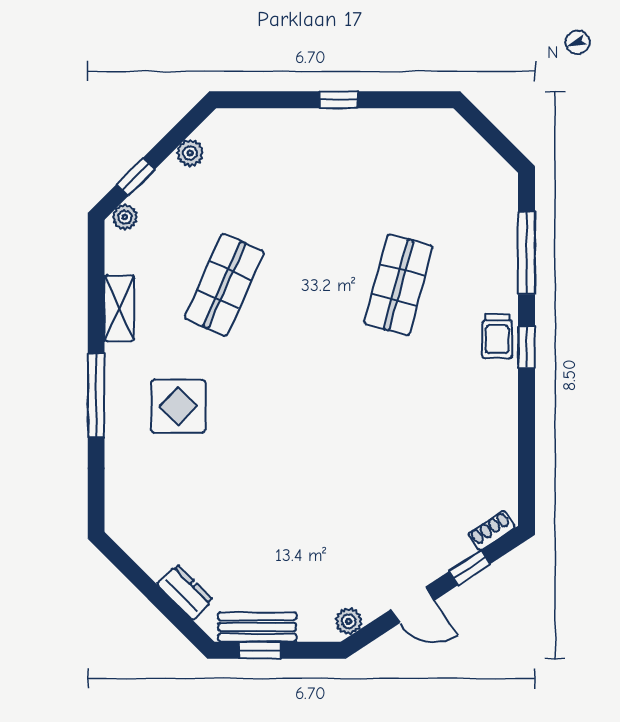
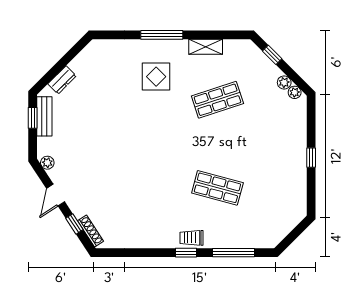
plant: (125, 217) -> (295, 92), moved
shop shelf: (224, 285) -> (217, 100), turned -42
shoe rack: (492, 531) -> (91, 231), width x1.43

